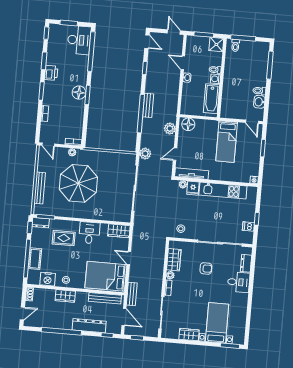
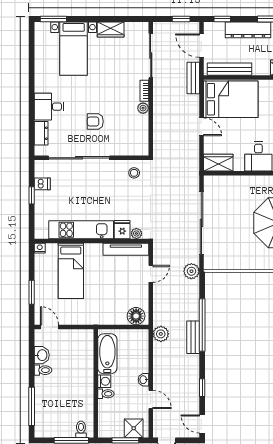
shower: (216, 45) -> (134, 428), moved
plant: (170, 128) -> (161, 334), moved
bed: (227, 142) -> (71, 271), moved, turned 180
wardrobe: (174, 260) -> (140, 130), removed

